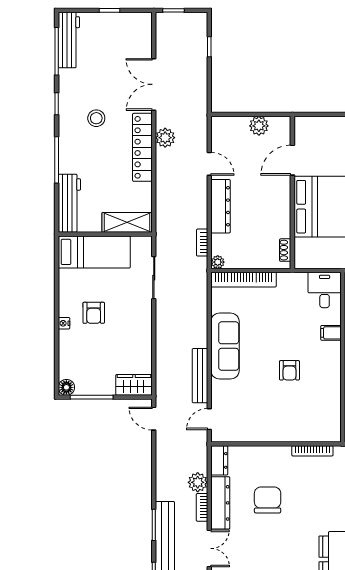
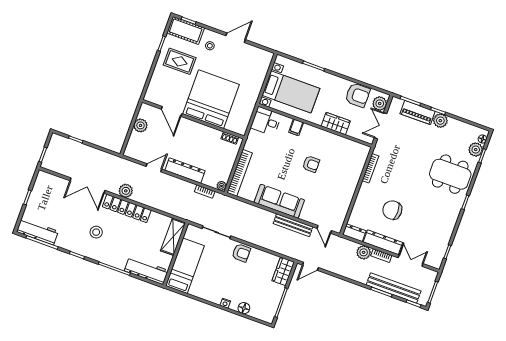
armchair: (94, 313) -> (241, 253), moved
floor lamp: (66, 387) -> (244, 308), moved

